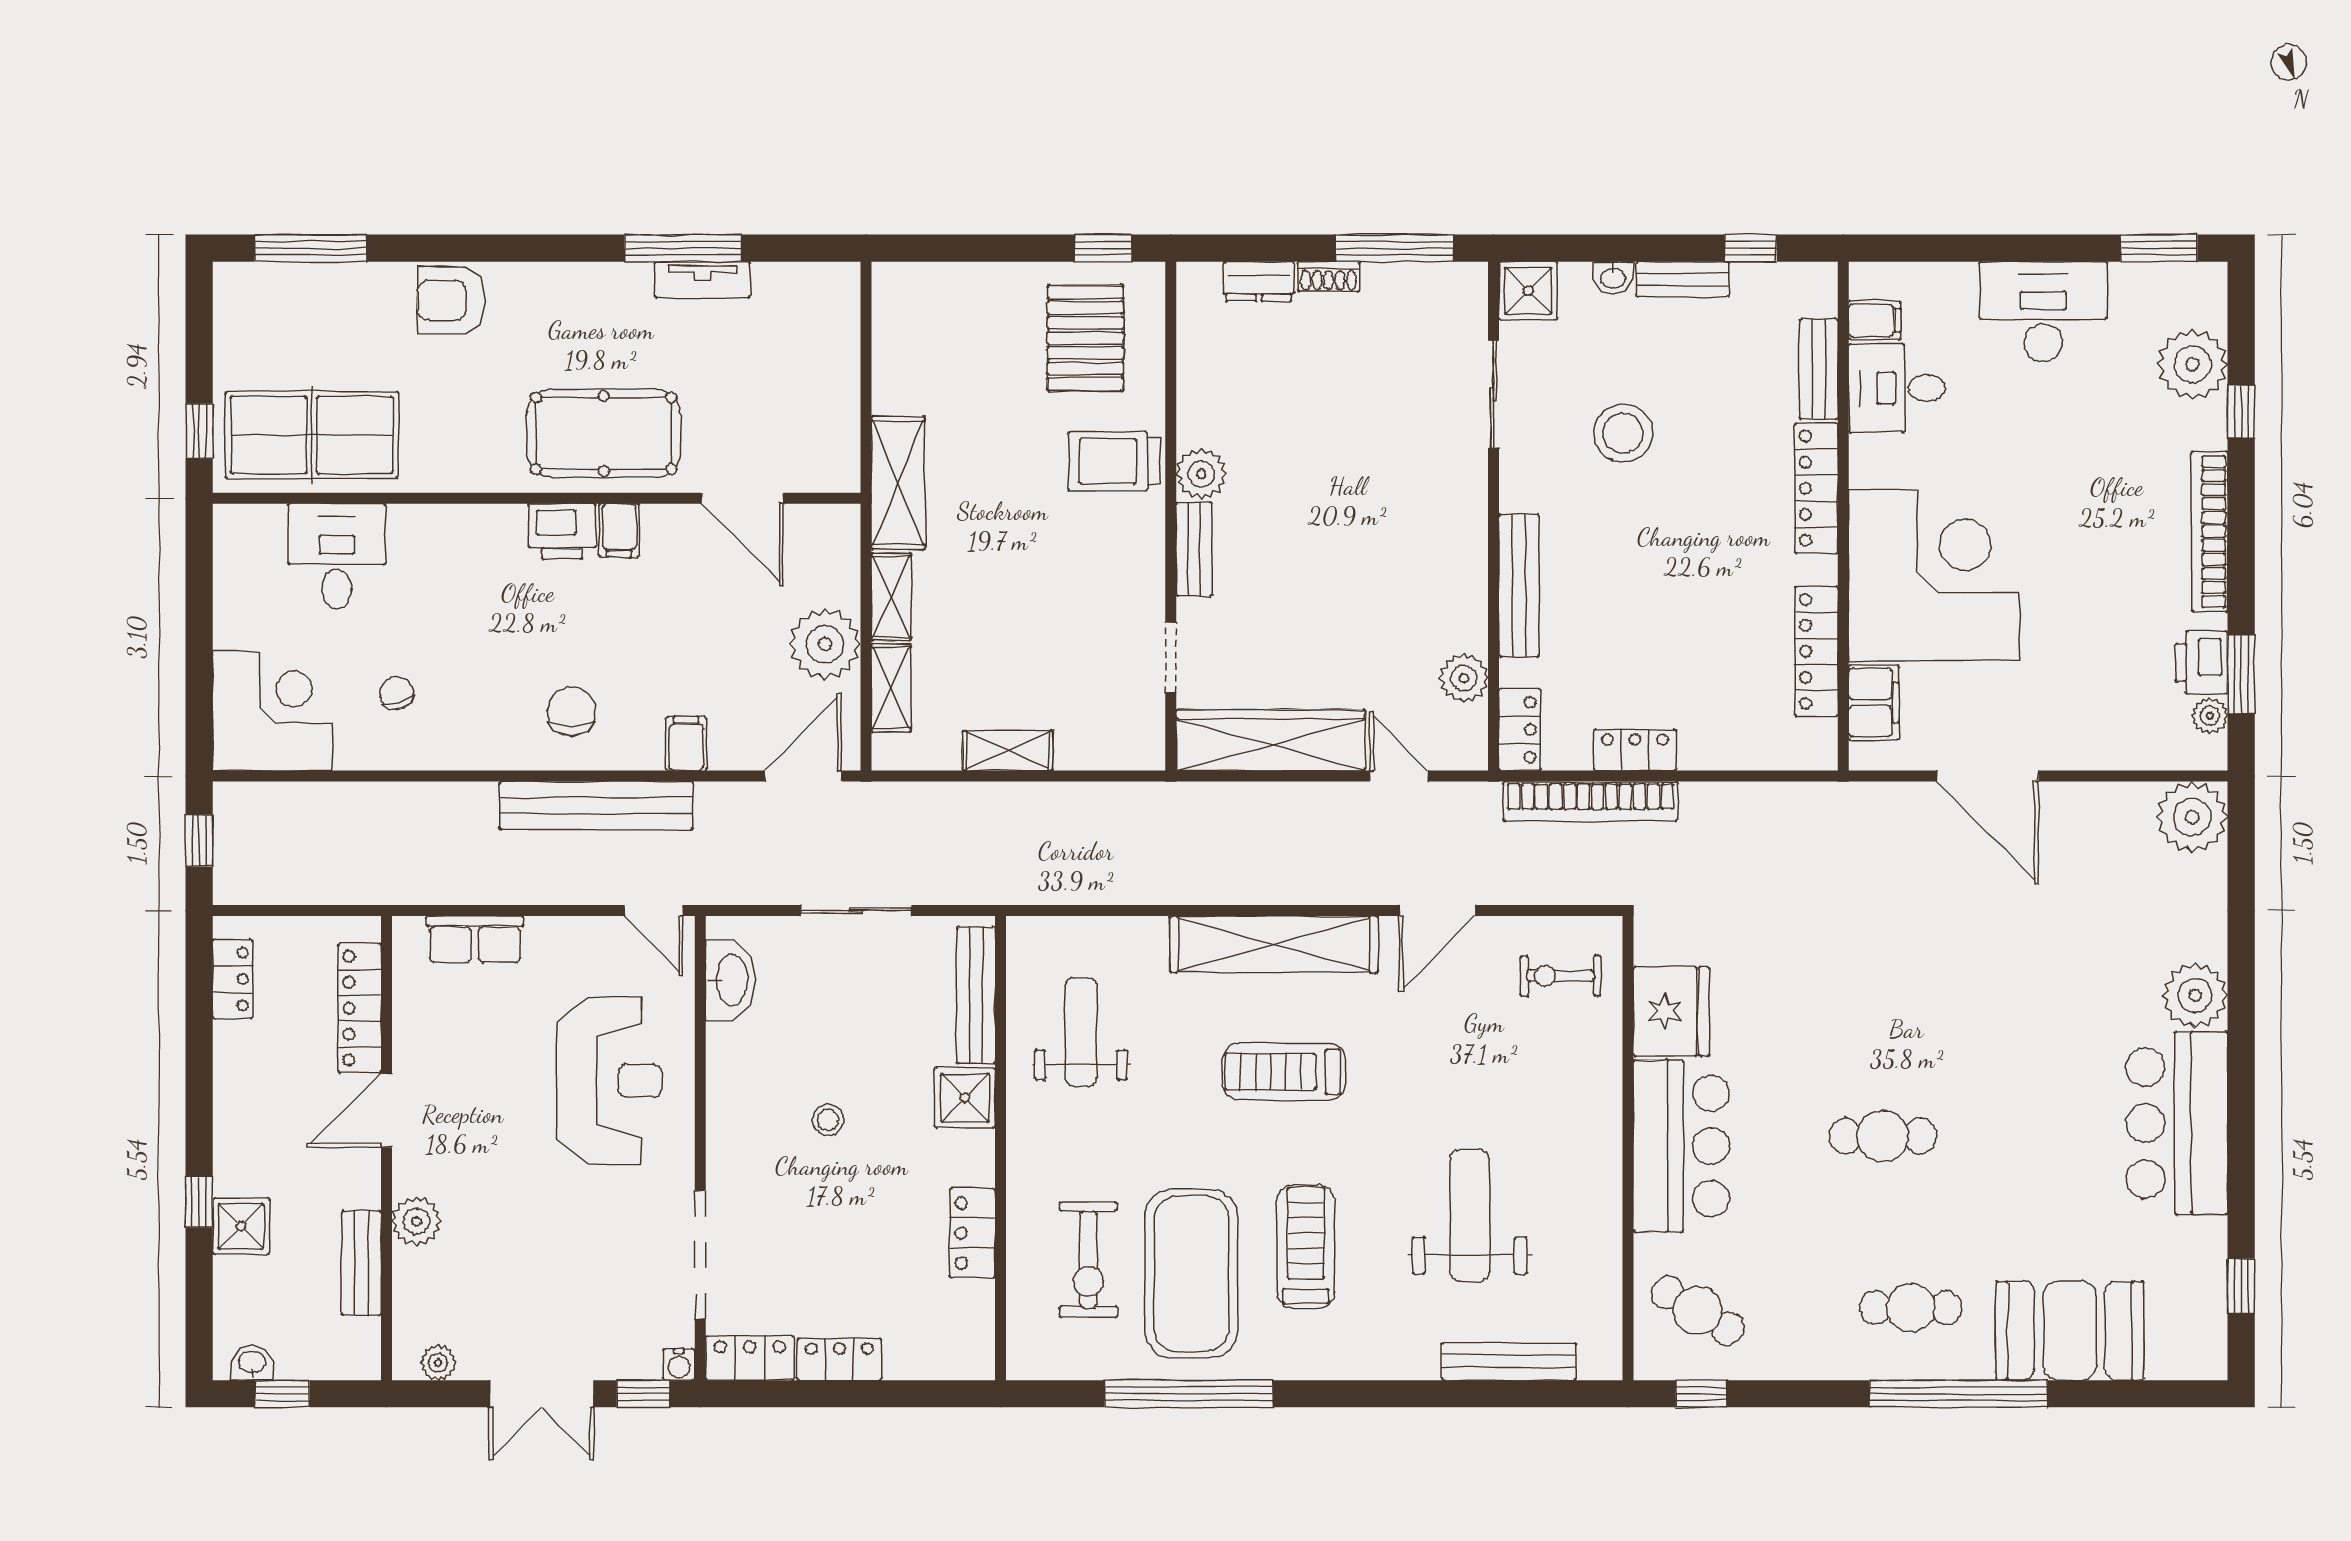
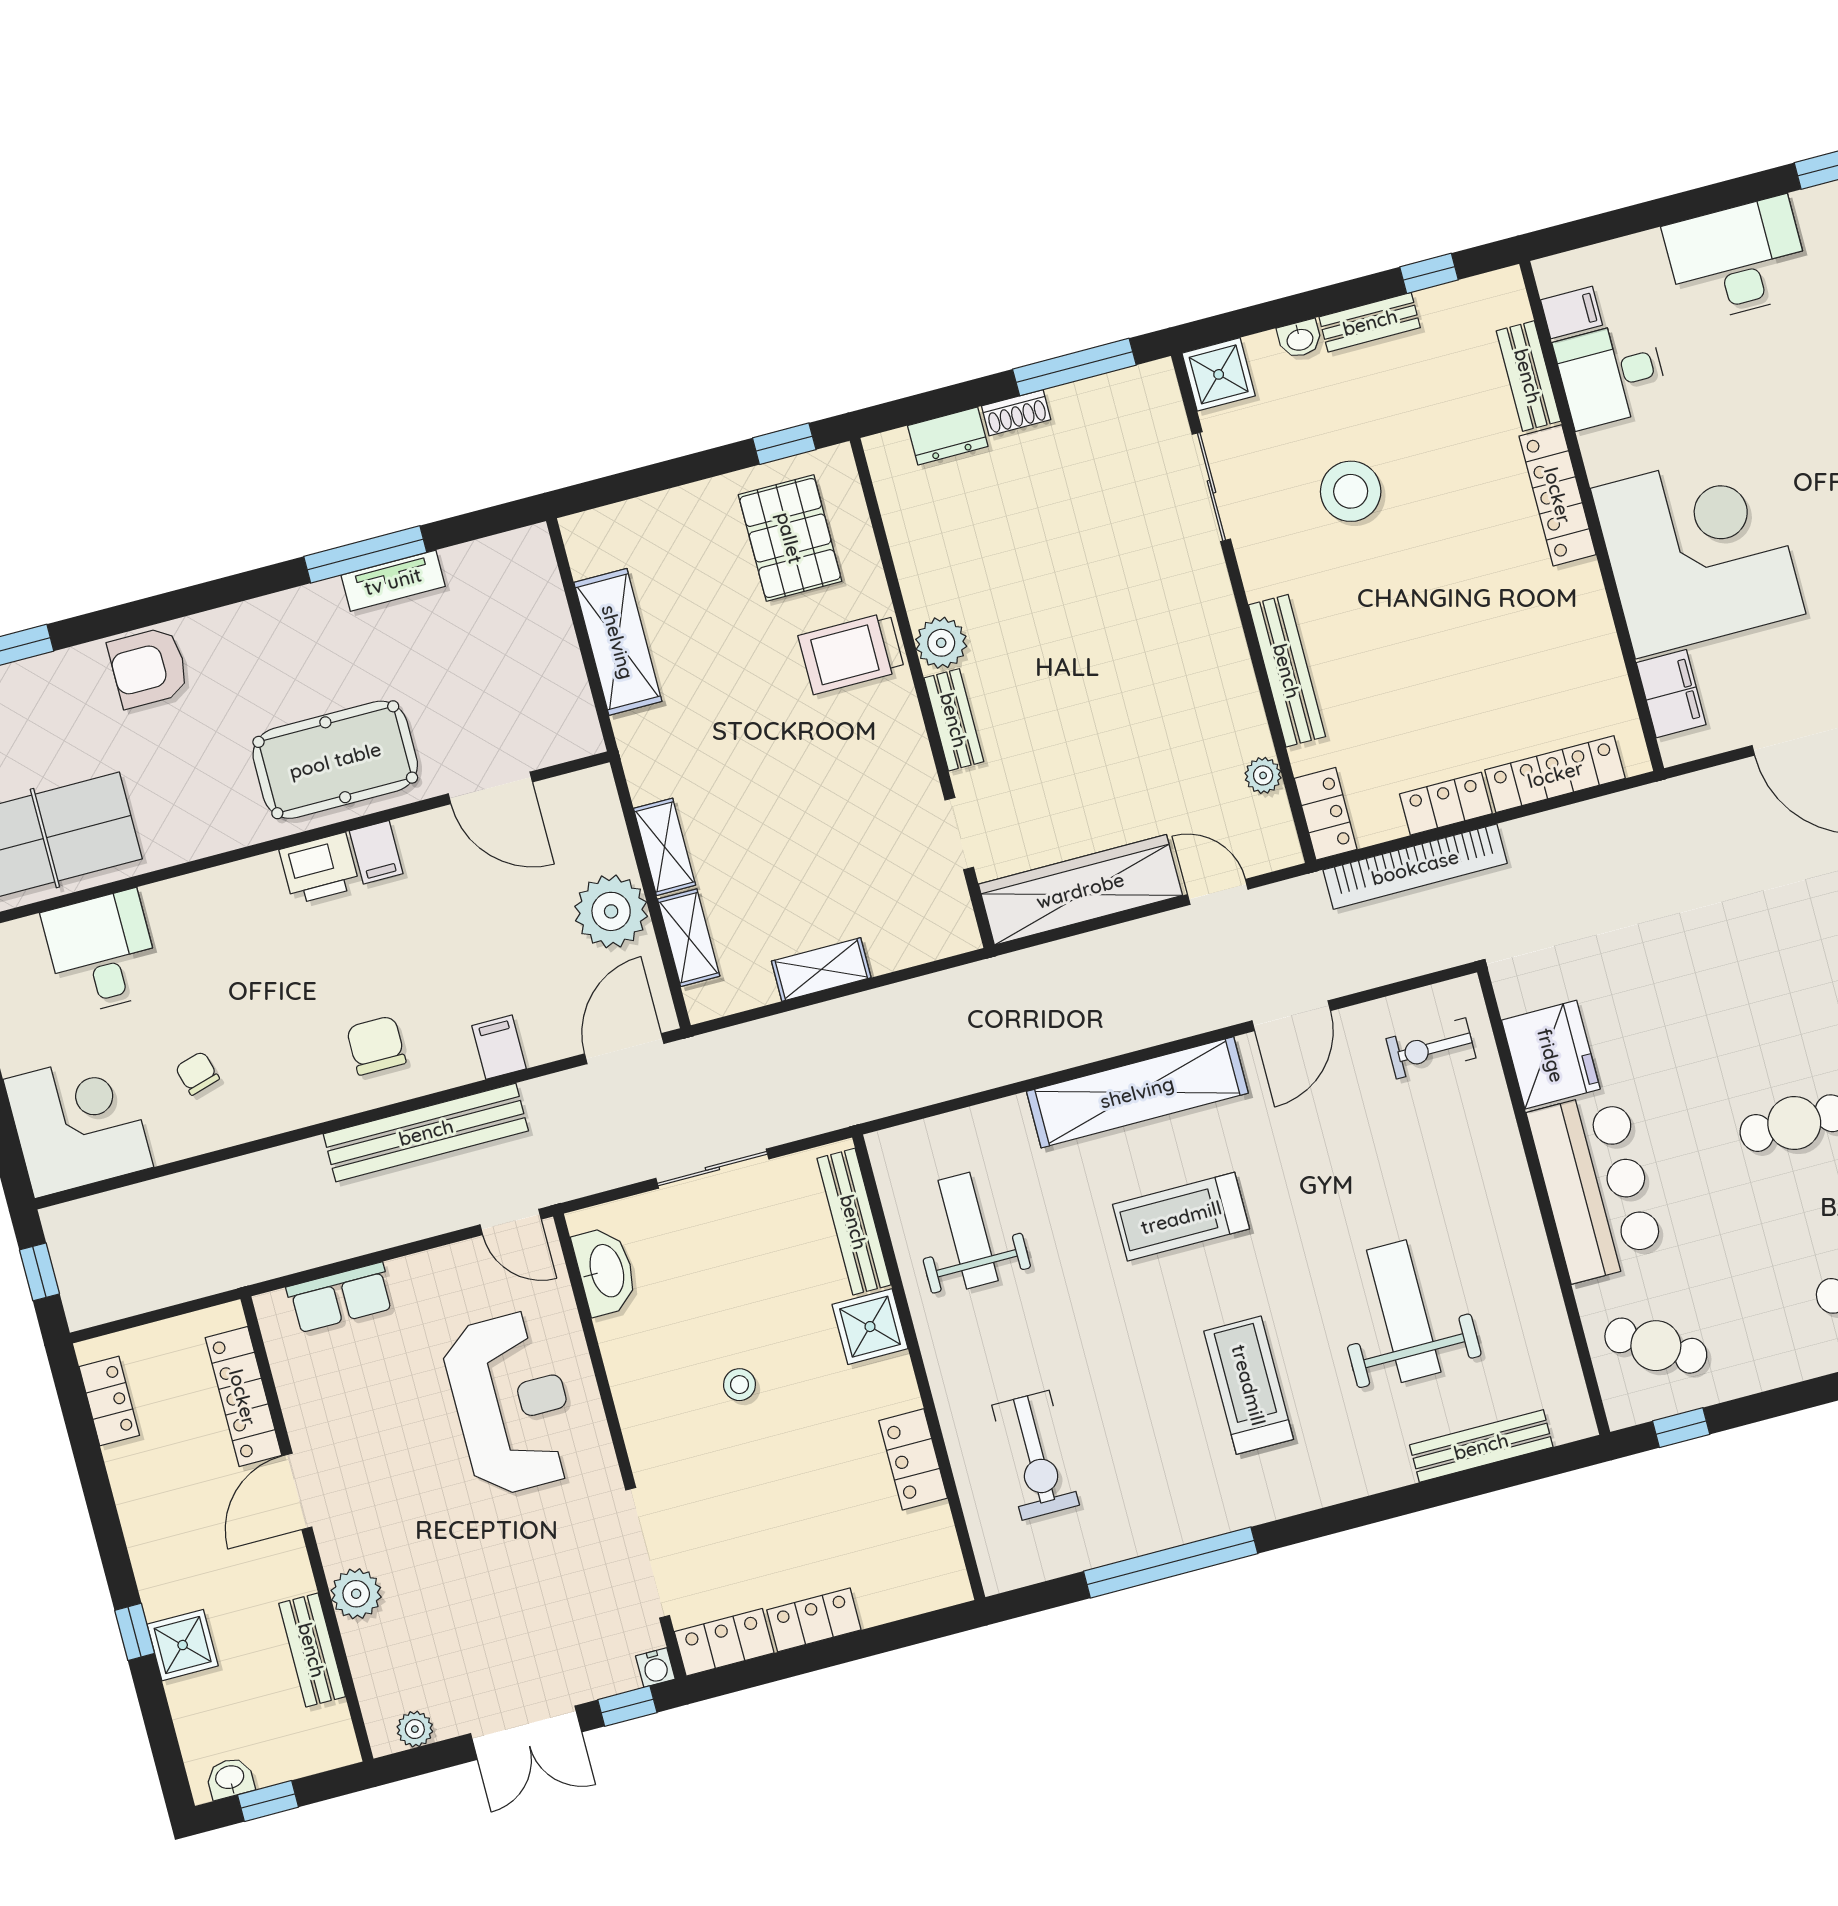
shelving: (898, 483) -> (618, 642), moved
locker: (1816, 651) -> (1555, 774), moved, turned 90
plant: (1464, 678) -> (1263, 775), width x0.73, depth x0.73
exercise mat: (1191, 1273) -> (1142, 1442), removed

